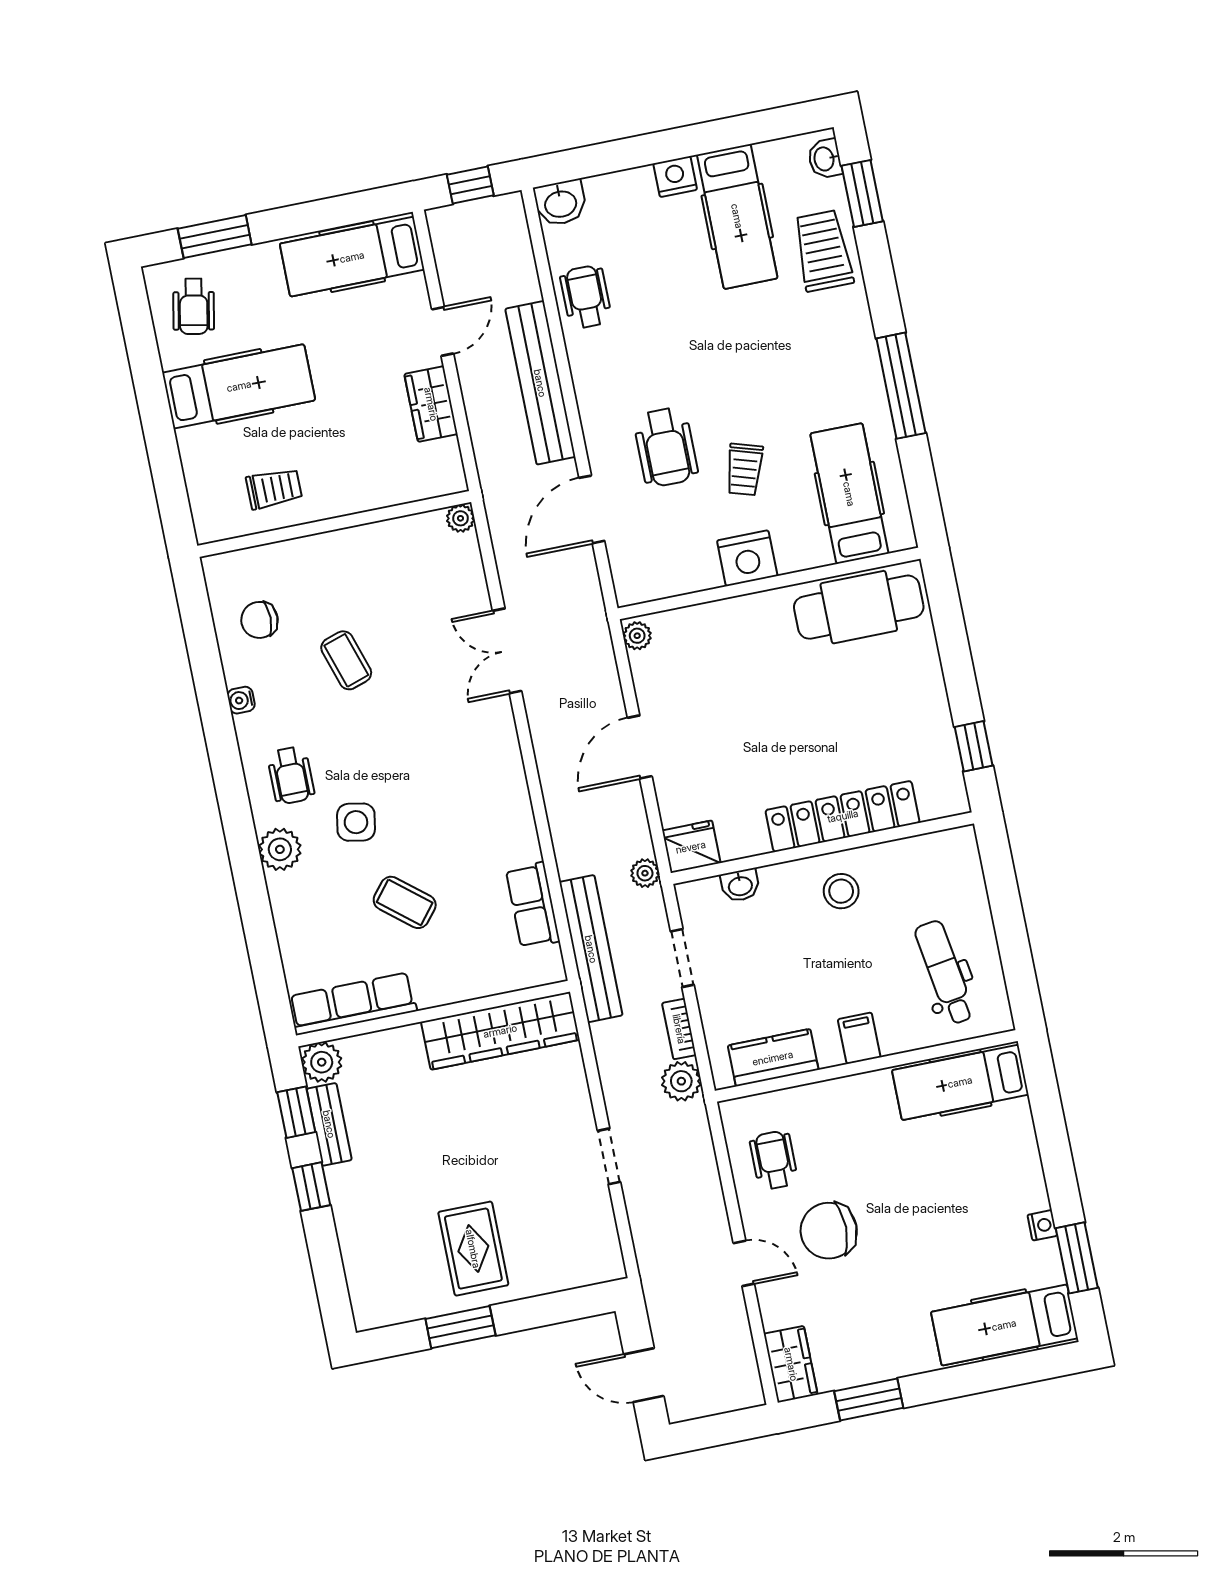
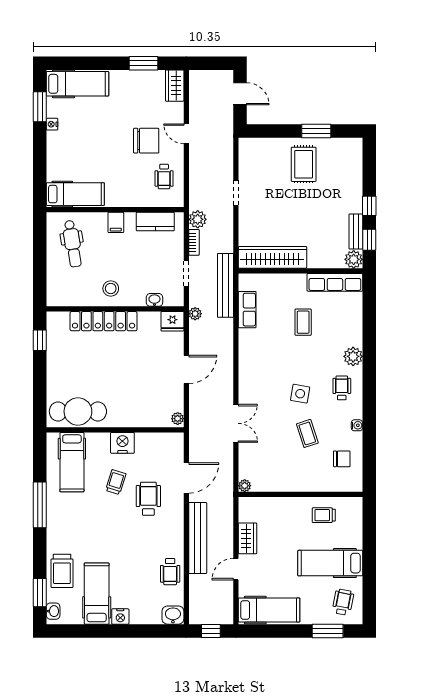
side table: (356, 822) -> (300, 394), moved
coffee table: (405, 902) -> (303, 322), turned 51

